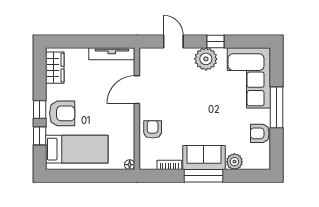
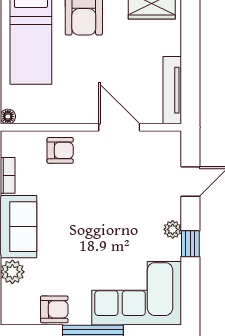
plant: (206, 59) -> (173, 229), width x0.53, depth x0.53
armchair: (260, 133) -> (54, 309), turned 90

